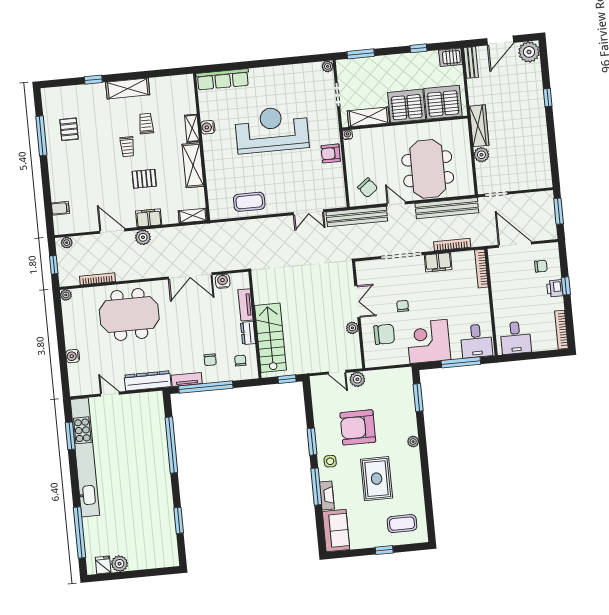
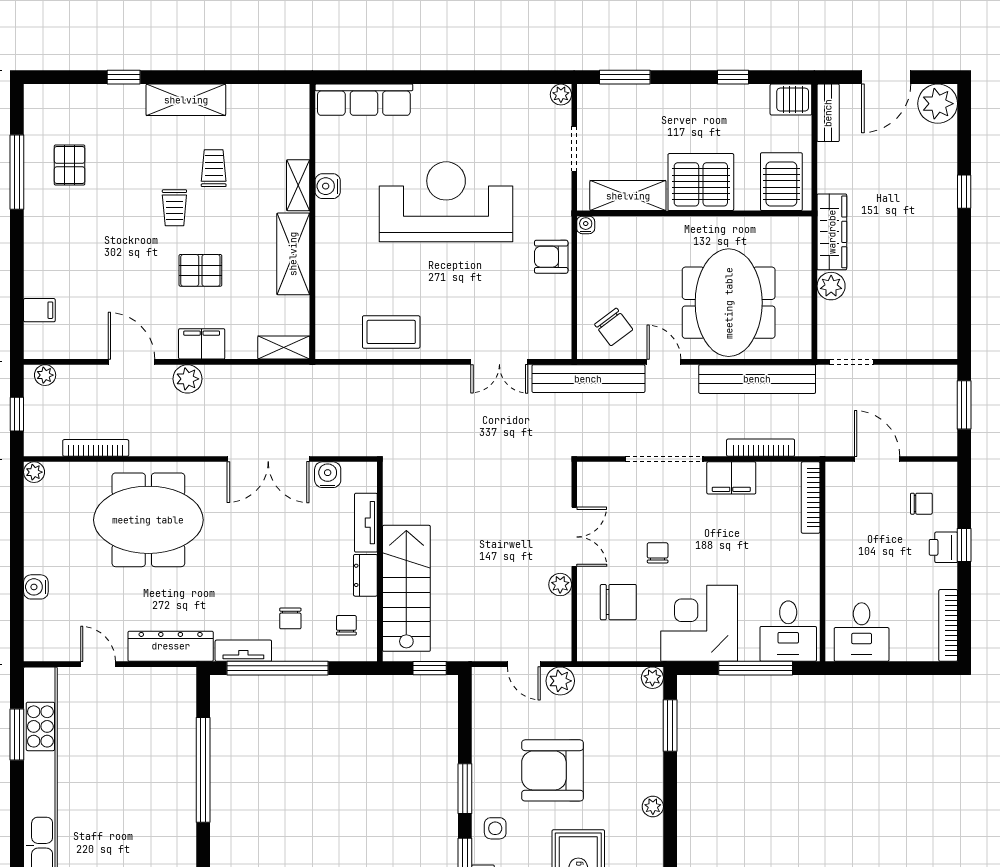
server rack: (443, 102) -> (781, 182), width x0.62
door: (515, 245) -> (877, 459), width x0.73
plant: (406, 373) -> (652, 678), added

